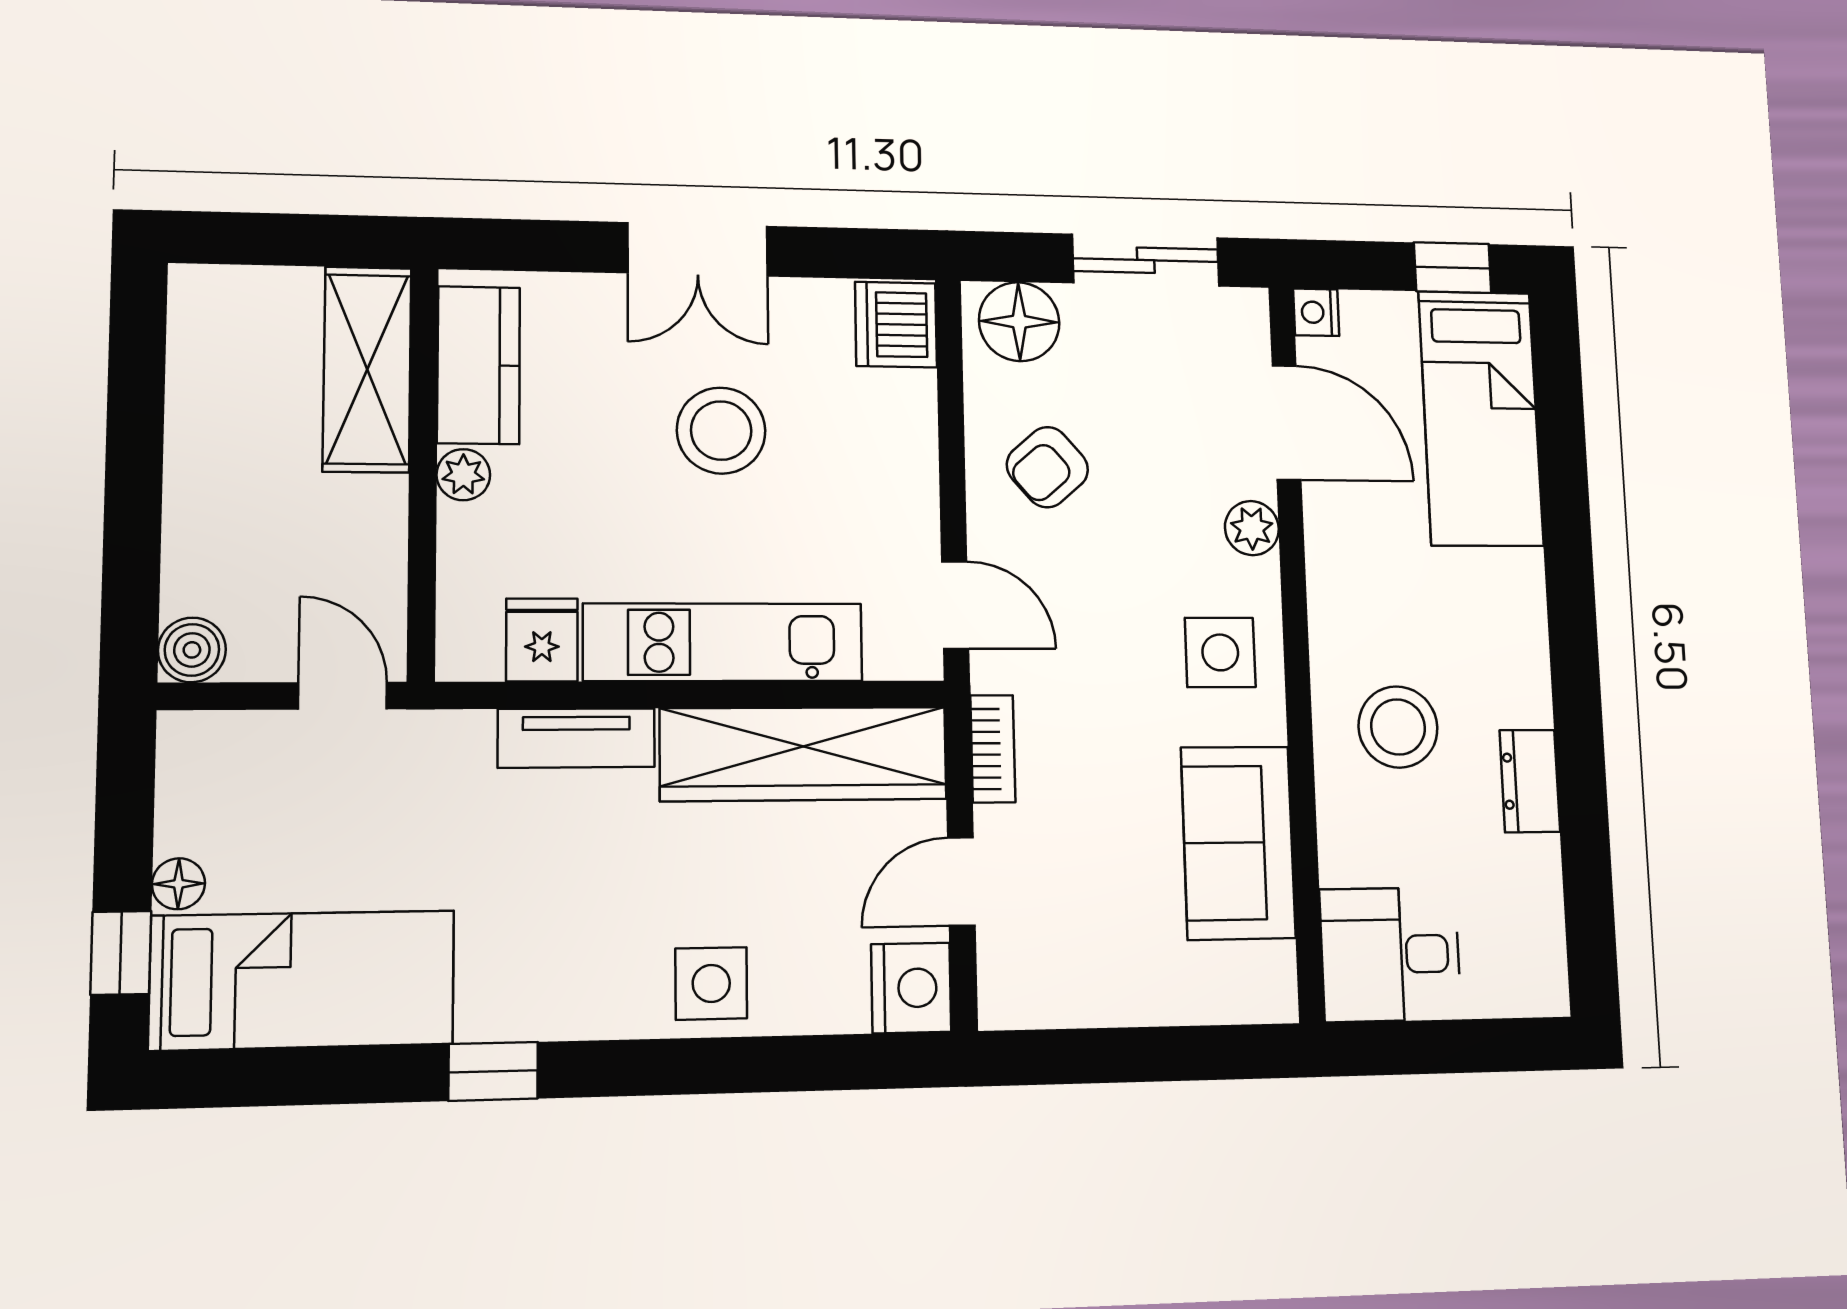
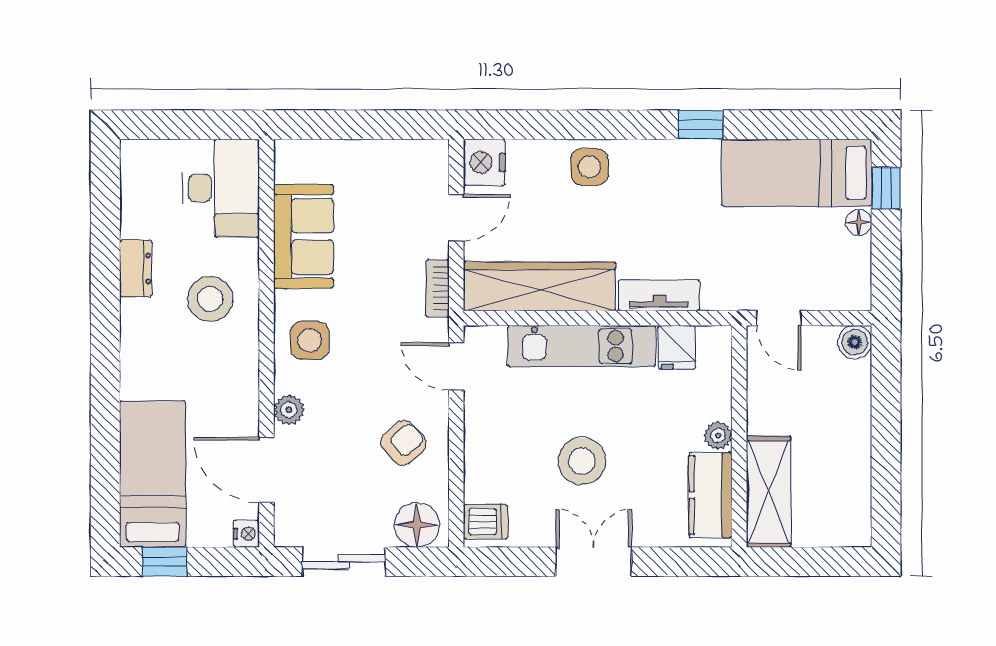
dishwasher: (896, 325) -> (486, 522), width x0.73
desk: (1390, 954) -> (221, 188), width x1.37

